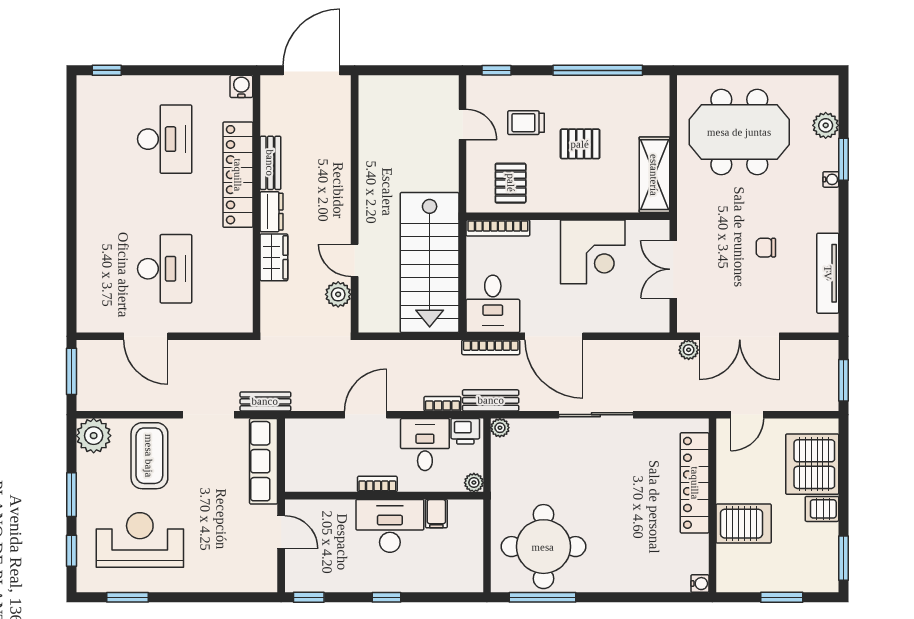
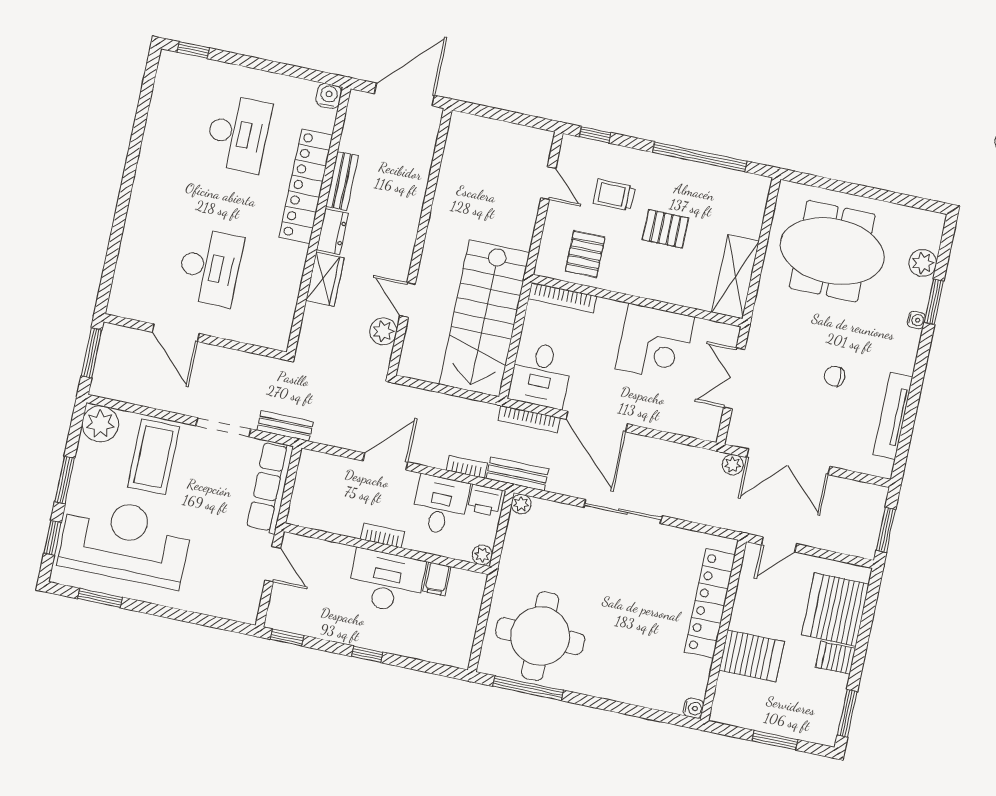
reception desk: (140, 540) -> (125, 542), width x1.36, depth x1.30

